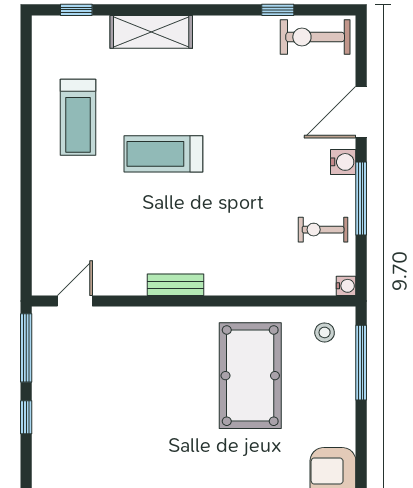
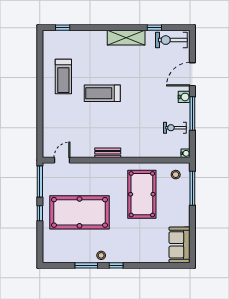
shelving: (151, 32) -> (126, 38), moved
pool table: (113, 415) -> (80, 212), added

